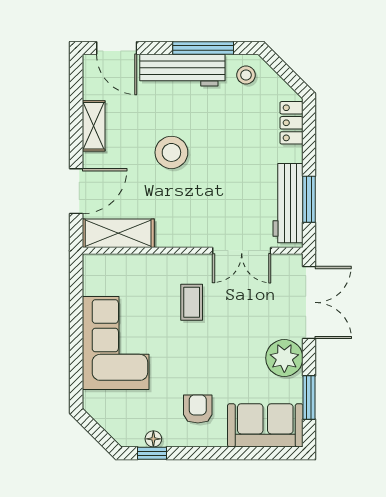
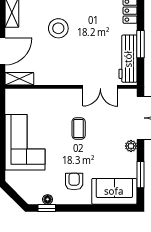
window: (309, 199) -> (141, 44), moved
shelving: (118, 233) -> (19, 79), width x0.67, depth x0.75
coffee table: (192, 302) -> (79, 129), moved
plant: (284, 358) -> (131, 146), width x0.53, depth x0.53

